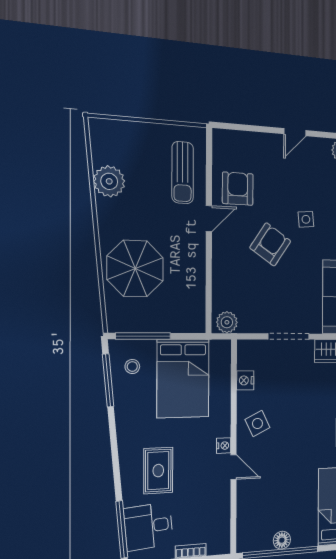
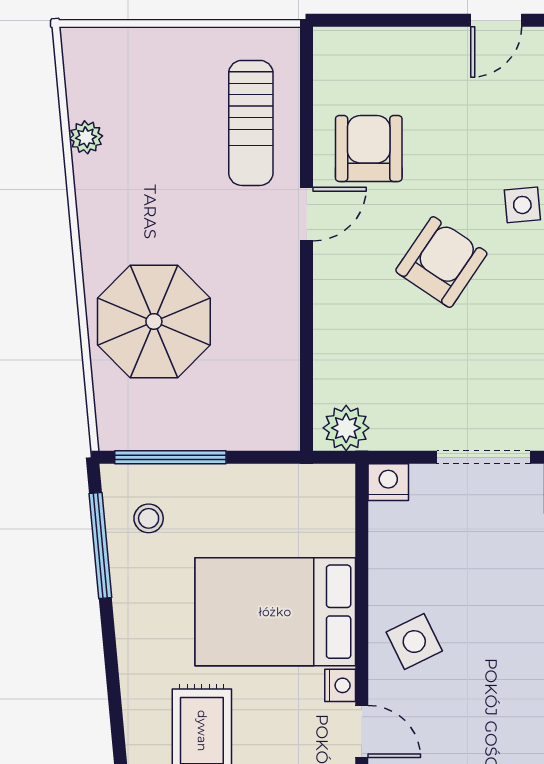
plant: (109, 181) -> (86, 137), width x0.53, depth x0.53
bed: (183, 378) -> (275, 612), moved, turned 90
nightstand: (245, 380) -> (388, 482), moved, turned 90

